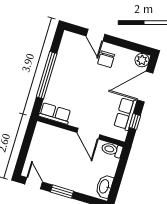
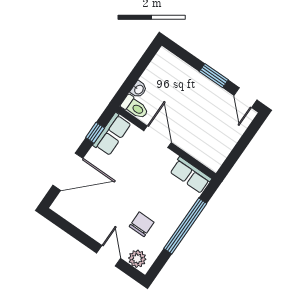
chair: (106, 59) -> (142, 224), moved
plant: (142, 60) -> (137, 259), moved
row of seats: (125, 114) -> (112, 134), moved
washbasin: (104, 186) -> (139, 89), moved, width x0.52, depth x0.69

